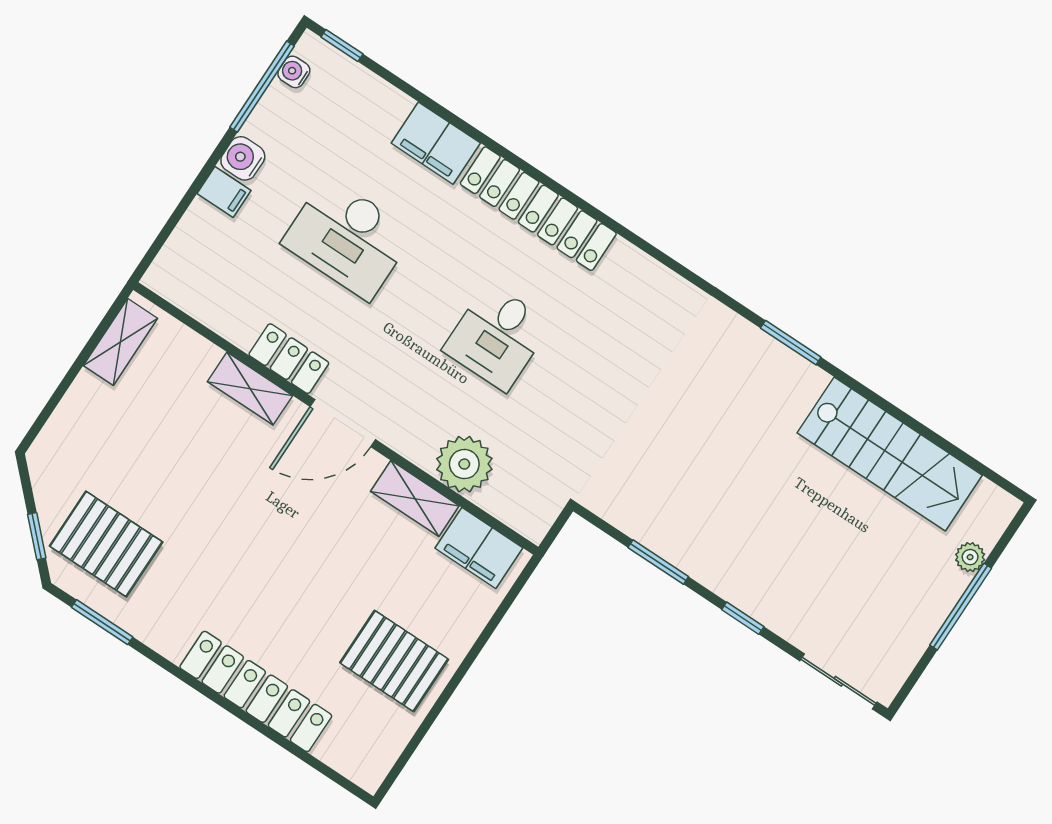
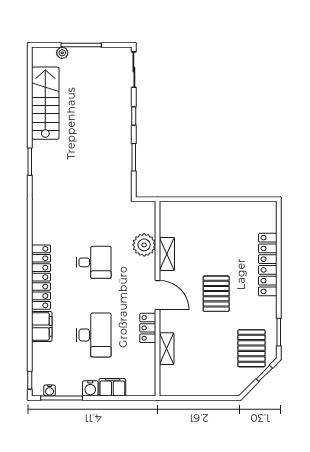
filing cabinet: (224, 192) -> (112, 387), width x2.00
shelving: (120, 342) -> (180, 389), removed
shelving: (250, 389) -> (167, 349), moved
filing cabinet: (479, 548) -> (169, 221), removed
pallet: (394, 661) -> (216, 294), moved

